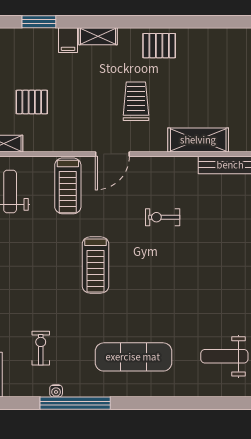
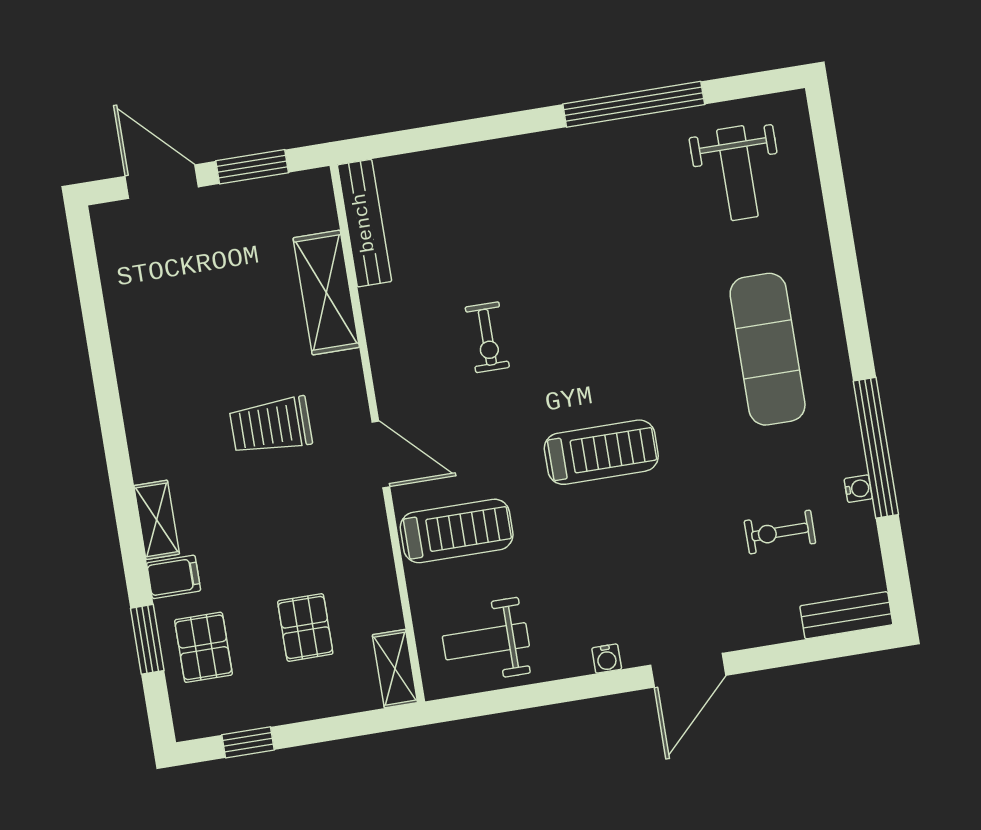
pallet: (159, 46) -> (203, 647), moved

